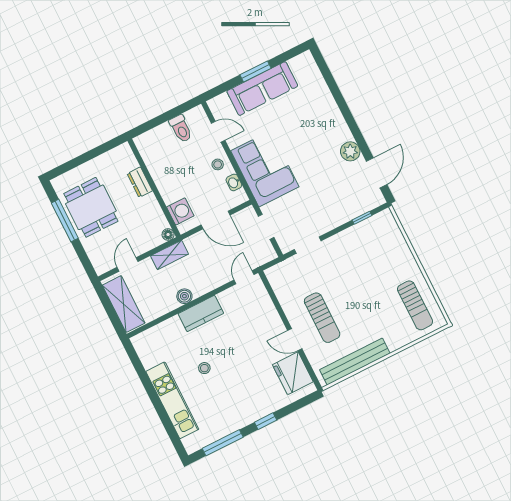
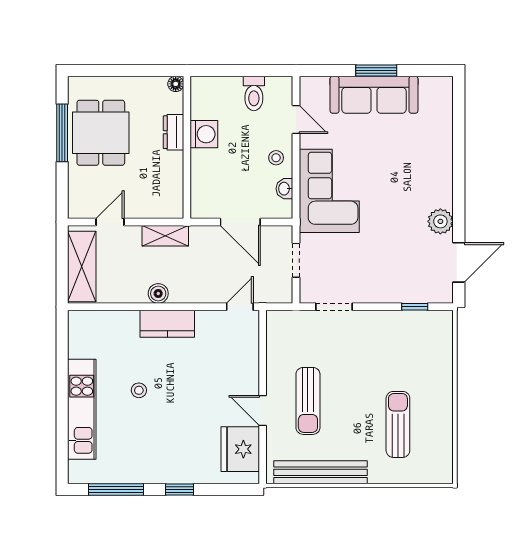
washing machine: (180, 211) -> (204, 134), moved
floor lamp: (168, 235) -> (176, 84), moved
sun lounger: (415, 305) -> (398, 424), moved, turned 180

